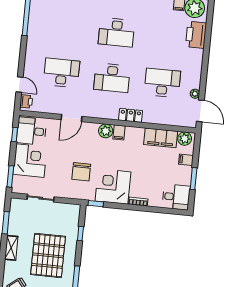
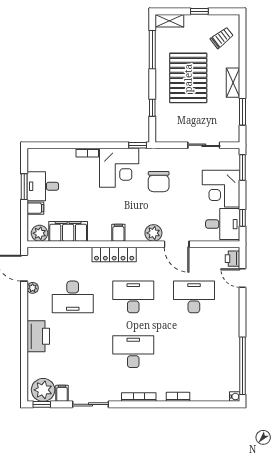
printer: (196, 35) -> (38, 336), moved
desk: (61, 73) -> (194, 297), turned 180
locker: (131, 115) -> (114, 254), width x1.53
door: (72, 118) -> (177, 244), swing flipped
plant: (106, 131) -> (153, 233), moved
chair: (81, 172) -> (159, 182), turned 180
desk: (176, 197) -> (43, 186), moved

